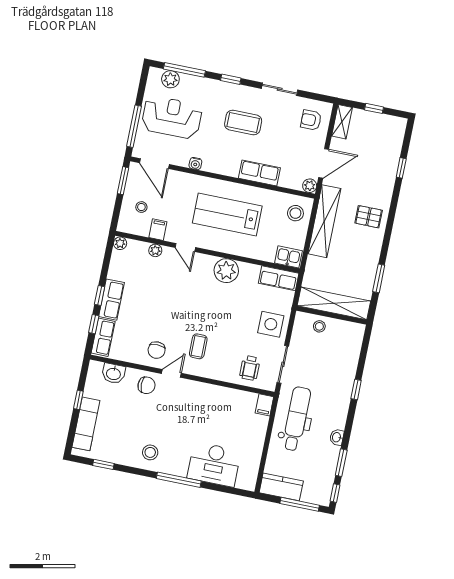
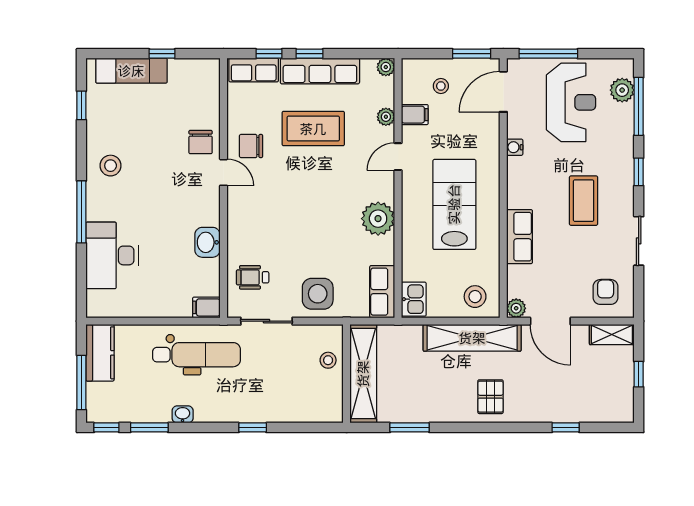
row of seats: (111, 300) -> (320, 71), width x1.48
coffee table: (198, 346) -> (313, 129), moved, width x1.86, depth x1.72
washbasin: (114, 373) -> (207, 242), moved

